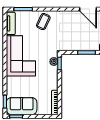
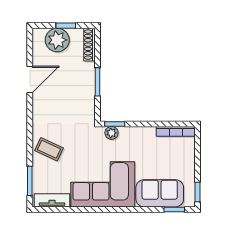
sofa: (22, 106) -> (160, 193), moved, turned 90

